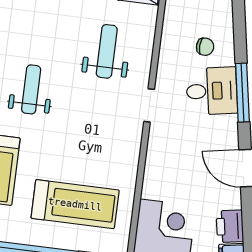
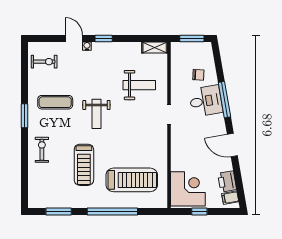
weight bench: (107, 51) -> (139, 85), turned 90
weight bench: (31, 89) -> (96, 114), turned 180

